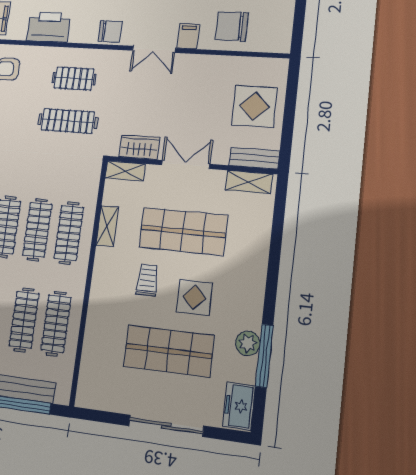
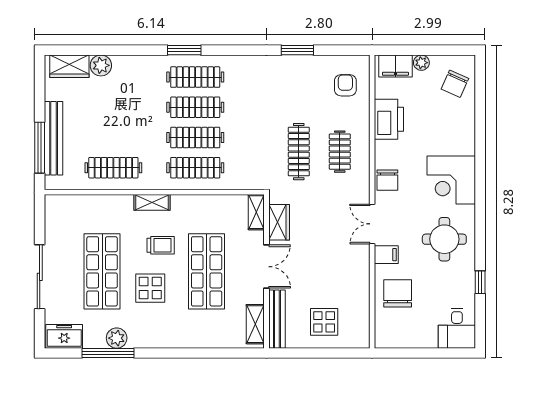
display table: (254, 106) -> (324, 322), width x0.73, depth x0.73
bench: (254, 158) -> (277, 319), width x1.36
shelving: (107, 226) -> (152, 202), moved
clothes rail: (24, 320) -> (113, 137), removed

